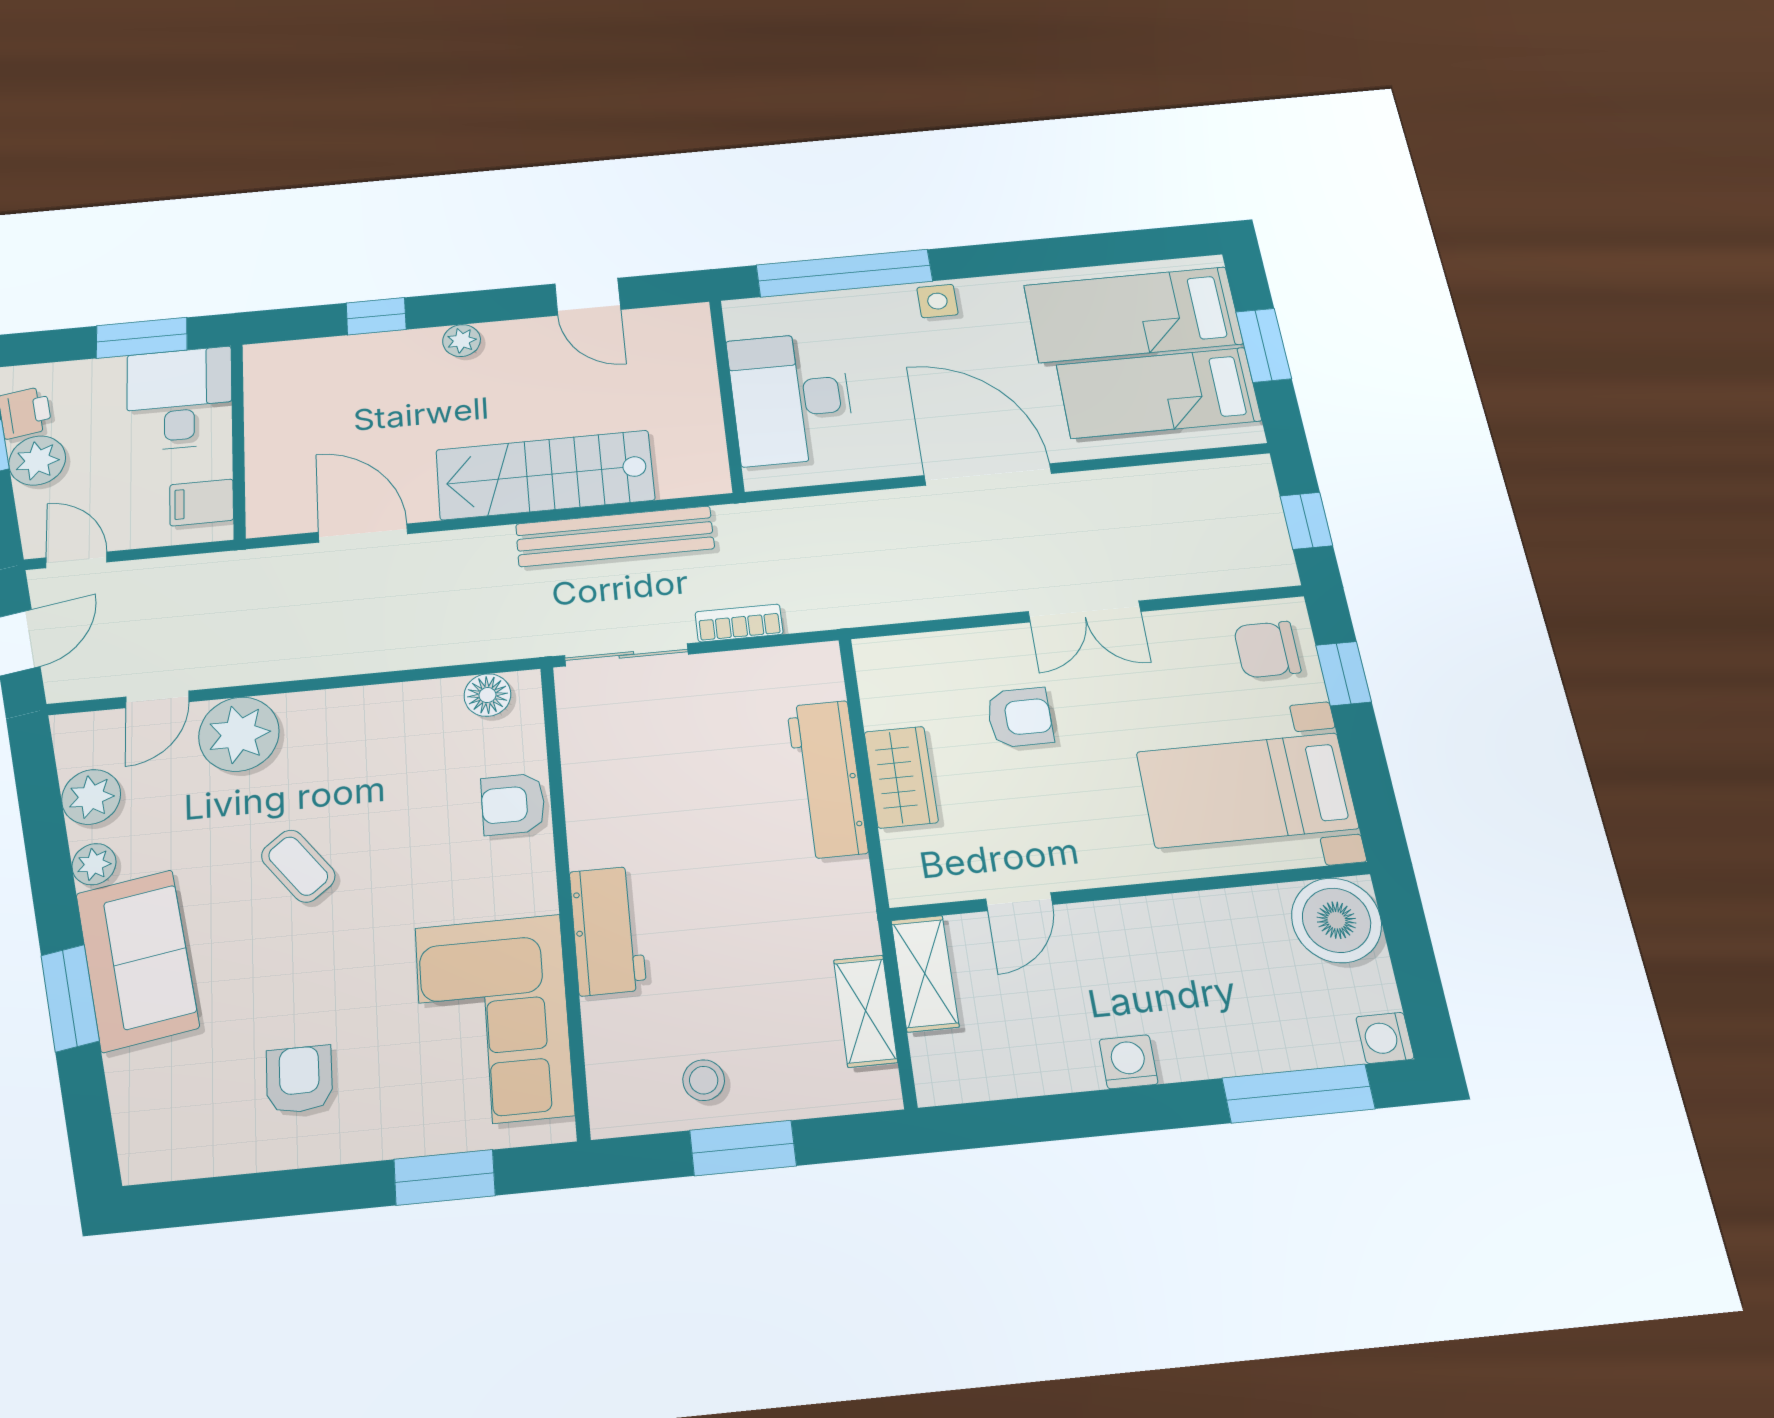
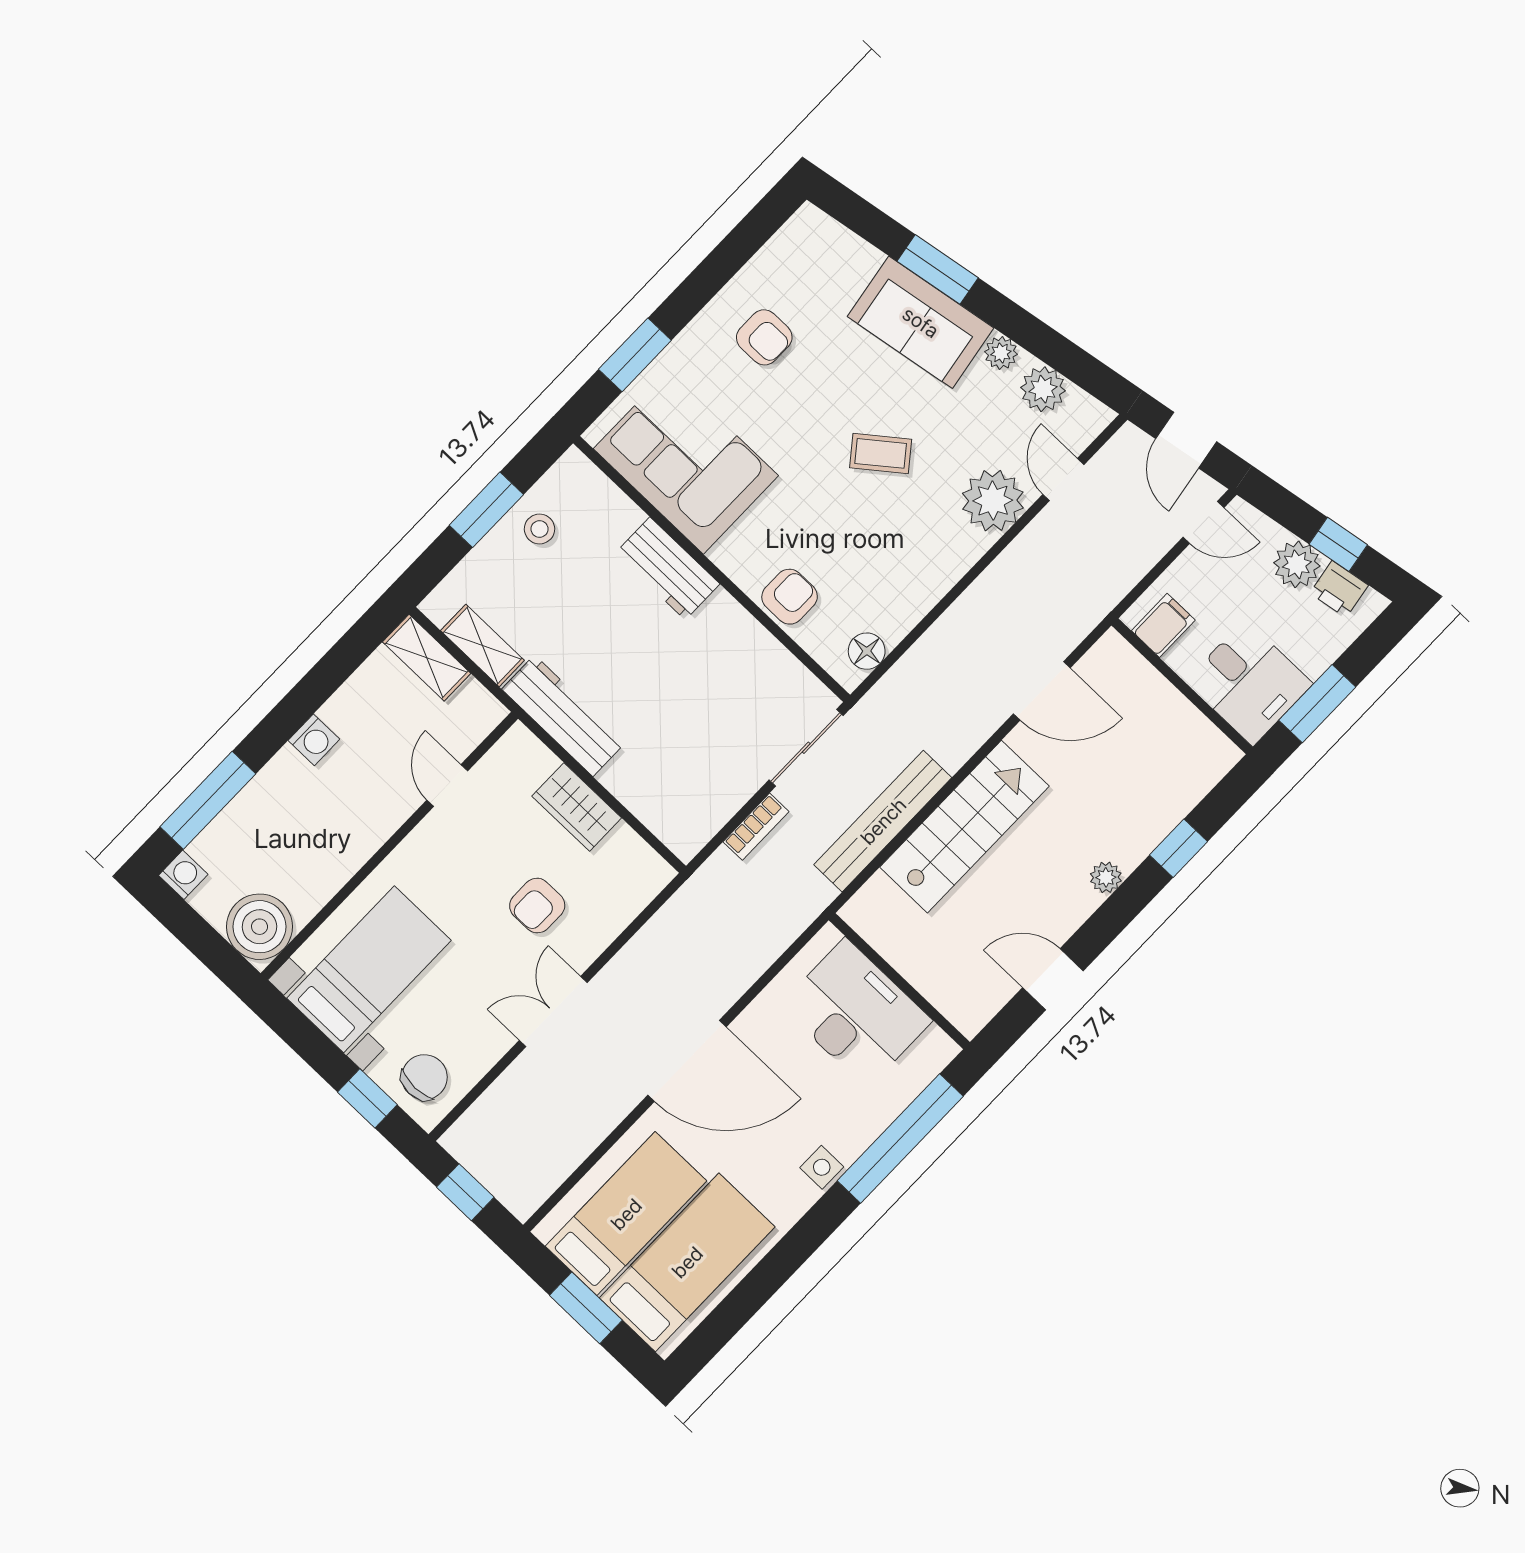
workbench: (827, 779) -> (564, 716), moved
shelving: (925, 973) -> (427, 658), moved

